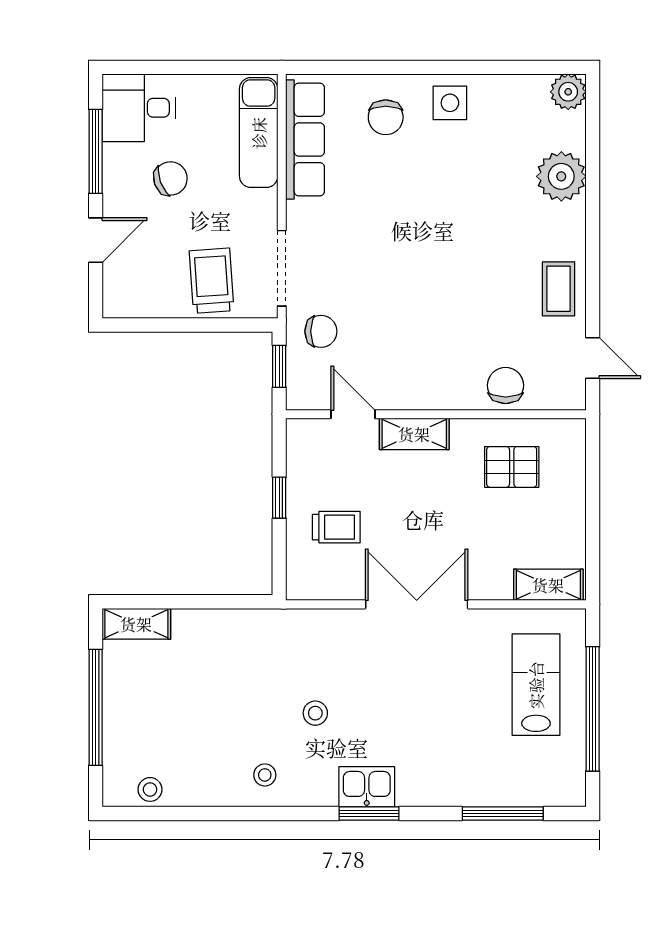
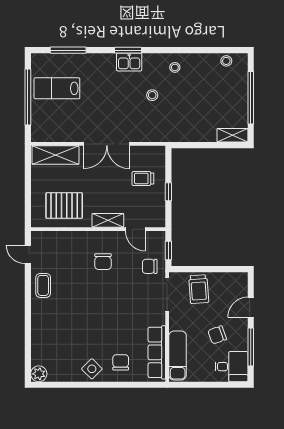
side table: (450, 103) -> (92, 369), turned 45
plant: (561, 176) -> (42, 336), removed
chair: (506, 385) -> (103, 262), moved
pallet: (512, 467) -> (64, 206), width x1.50, depth x1.42
shelving: (548, 585) -> (55, 155), width x1.50, depth x1.33
lab bench: (536, 685) -> (57, 88), moved, turned 90

